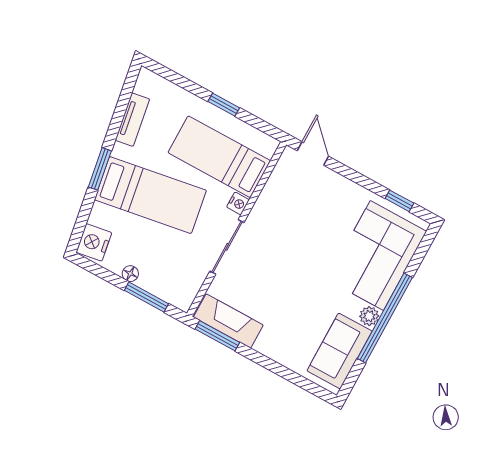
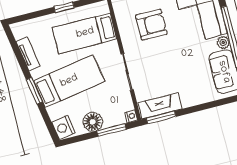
nightstand: (238, 203) -> (131, 116), moved
armchair: (306, 218) -> (151, 25), added
floor lamp: (130, 274) -> (93, 122), width x1.89, depth x1.89

